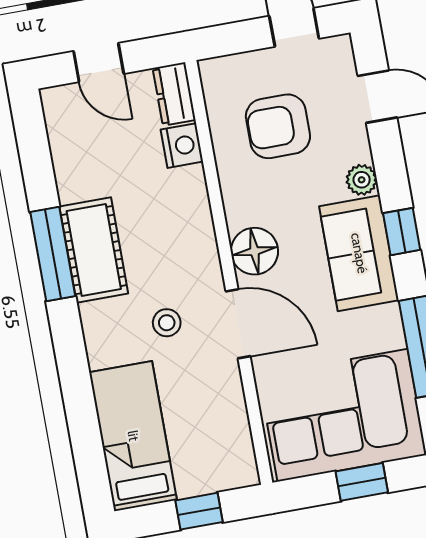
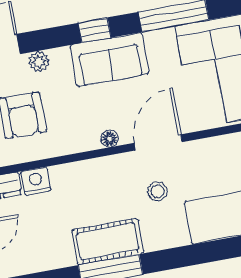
plant: (362, 180) -> (39, 61), moved
floor lamp: (254, 251) -> (110, 139), width x0.53, depth x0.53

